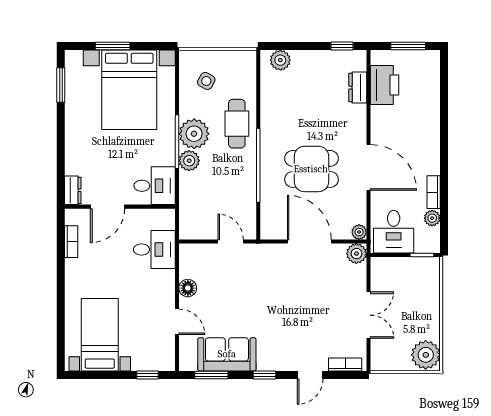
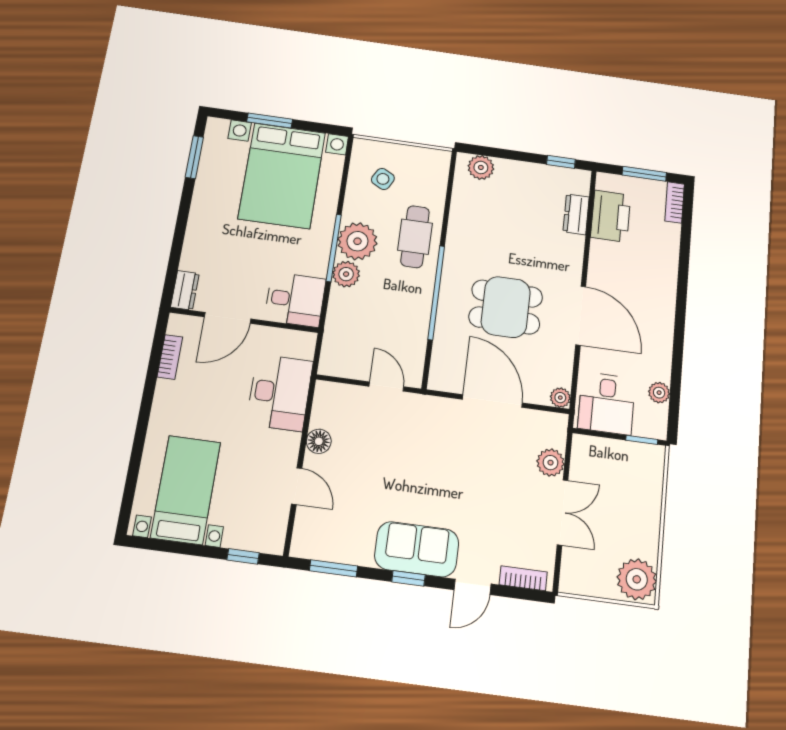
bookcase: (434, 192) -> (675, 202), moved
desk: (154, 249) -> (280, 393), width x1.37
plant: (356, 254) -> (551, 463), moved
sofa: (227, 354) -> (417, 549), moved

